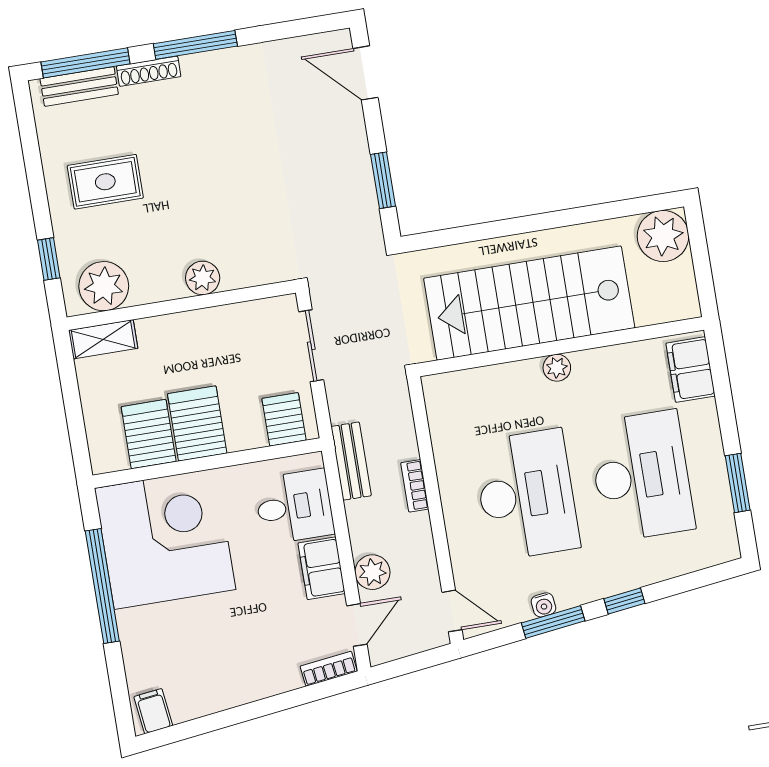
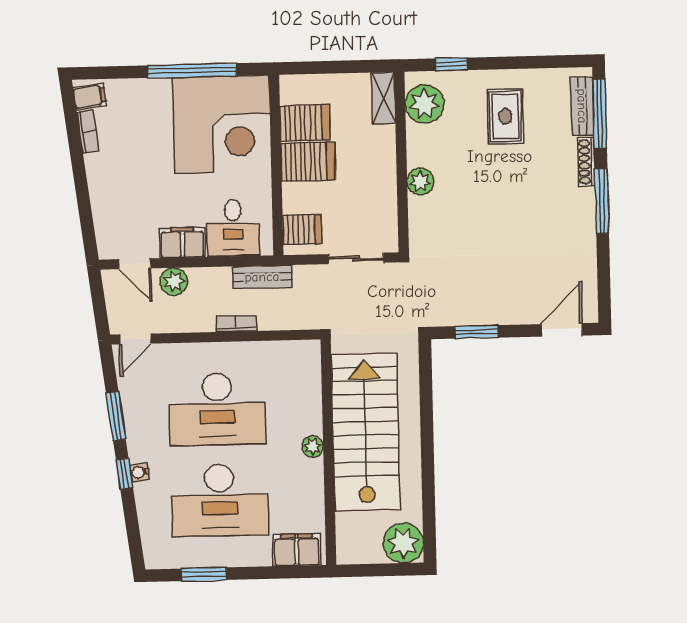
water cooler: (544, 605) -> (139, 472), moved
bookcase: (329, 669) -> (88, 132), moved

